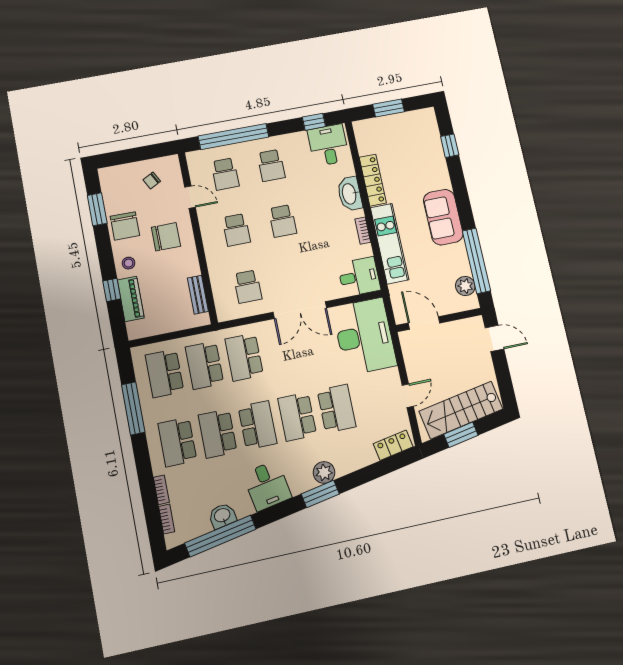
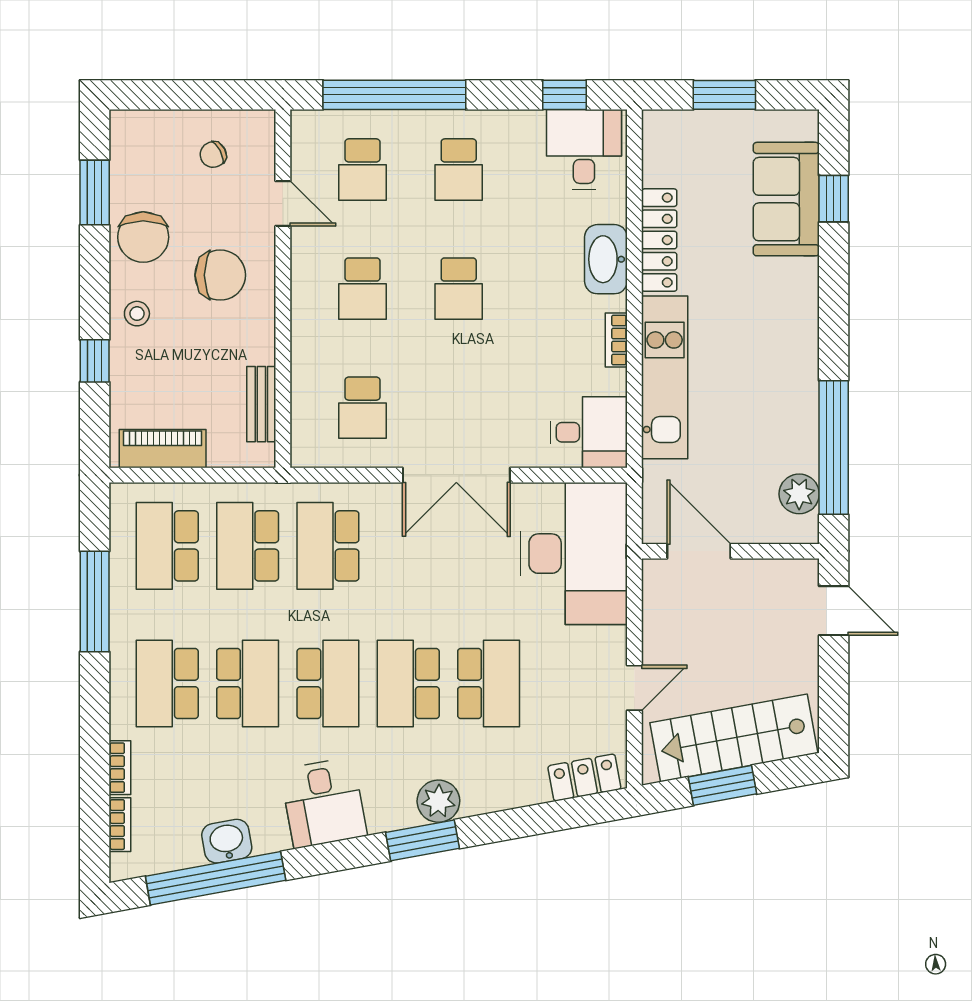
sofa: (443, 217) -> (786, 199), moved
piano: (131, 299) -> (163, 449), moved, turned -90
school desk: (218, 434) -> (248, 683), turned 180

